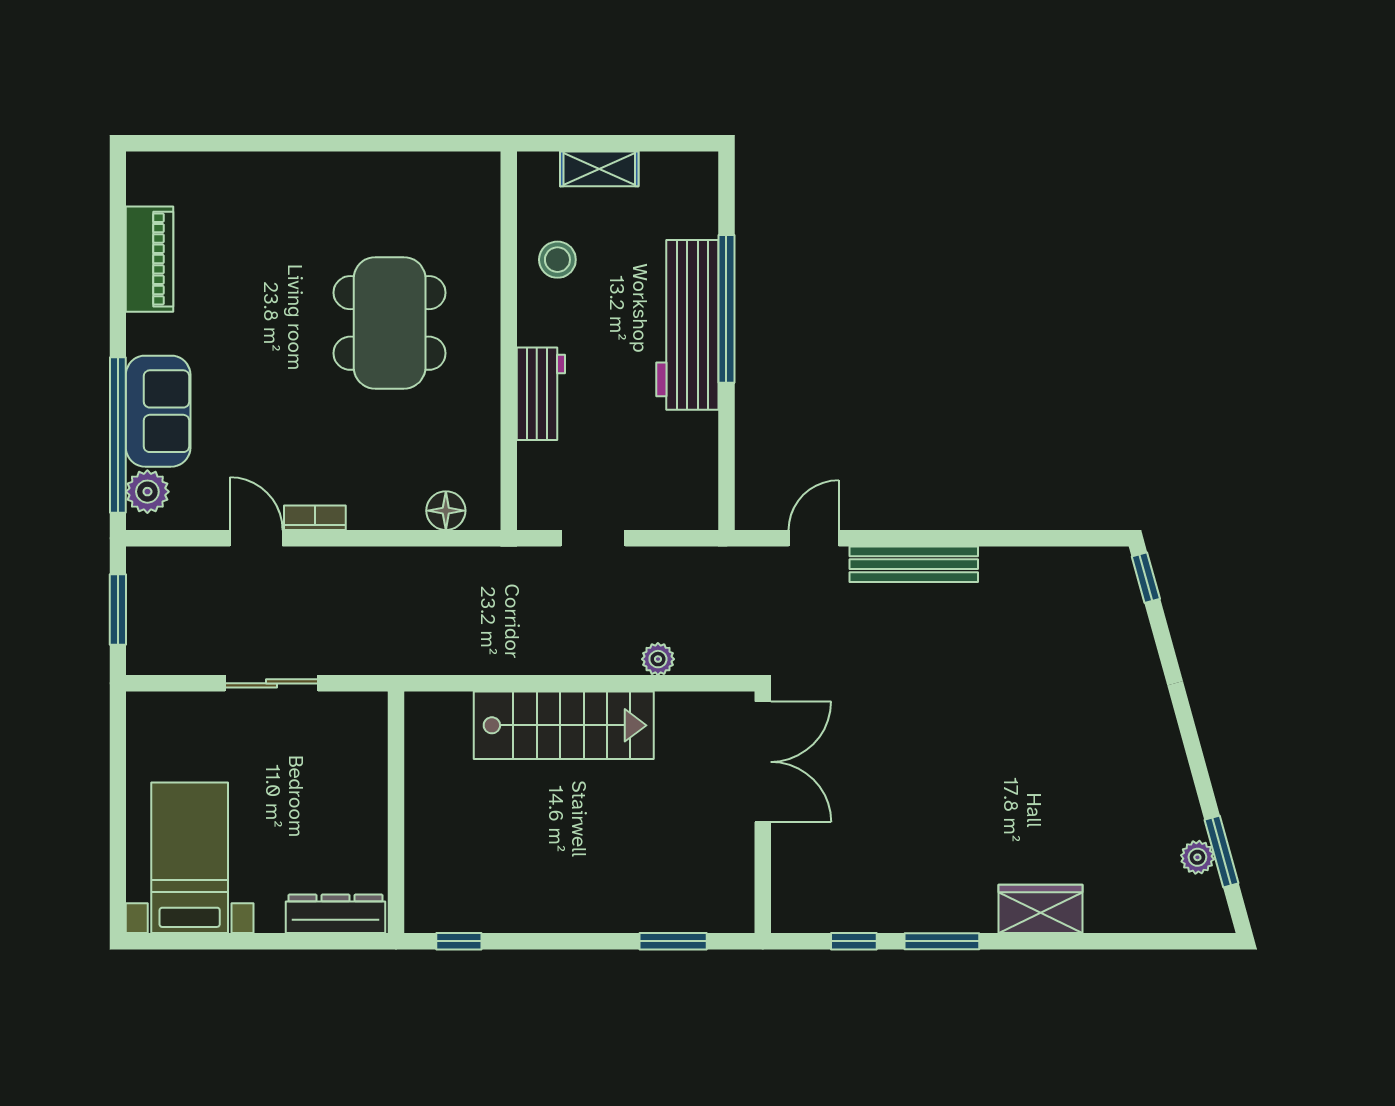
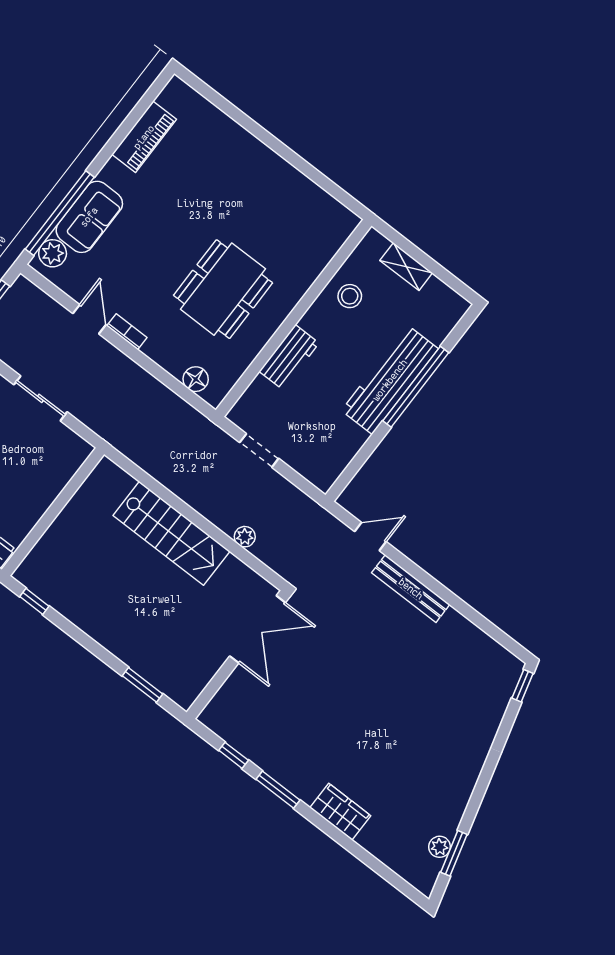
dining table: (390, 323) -> (223, 289), moved

